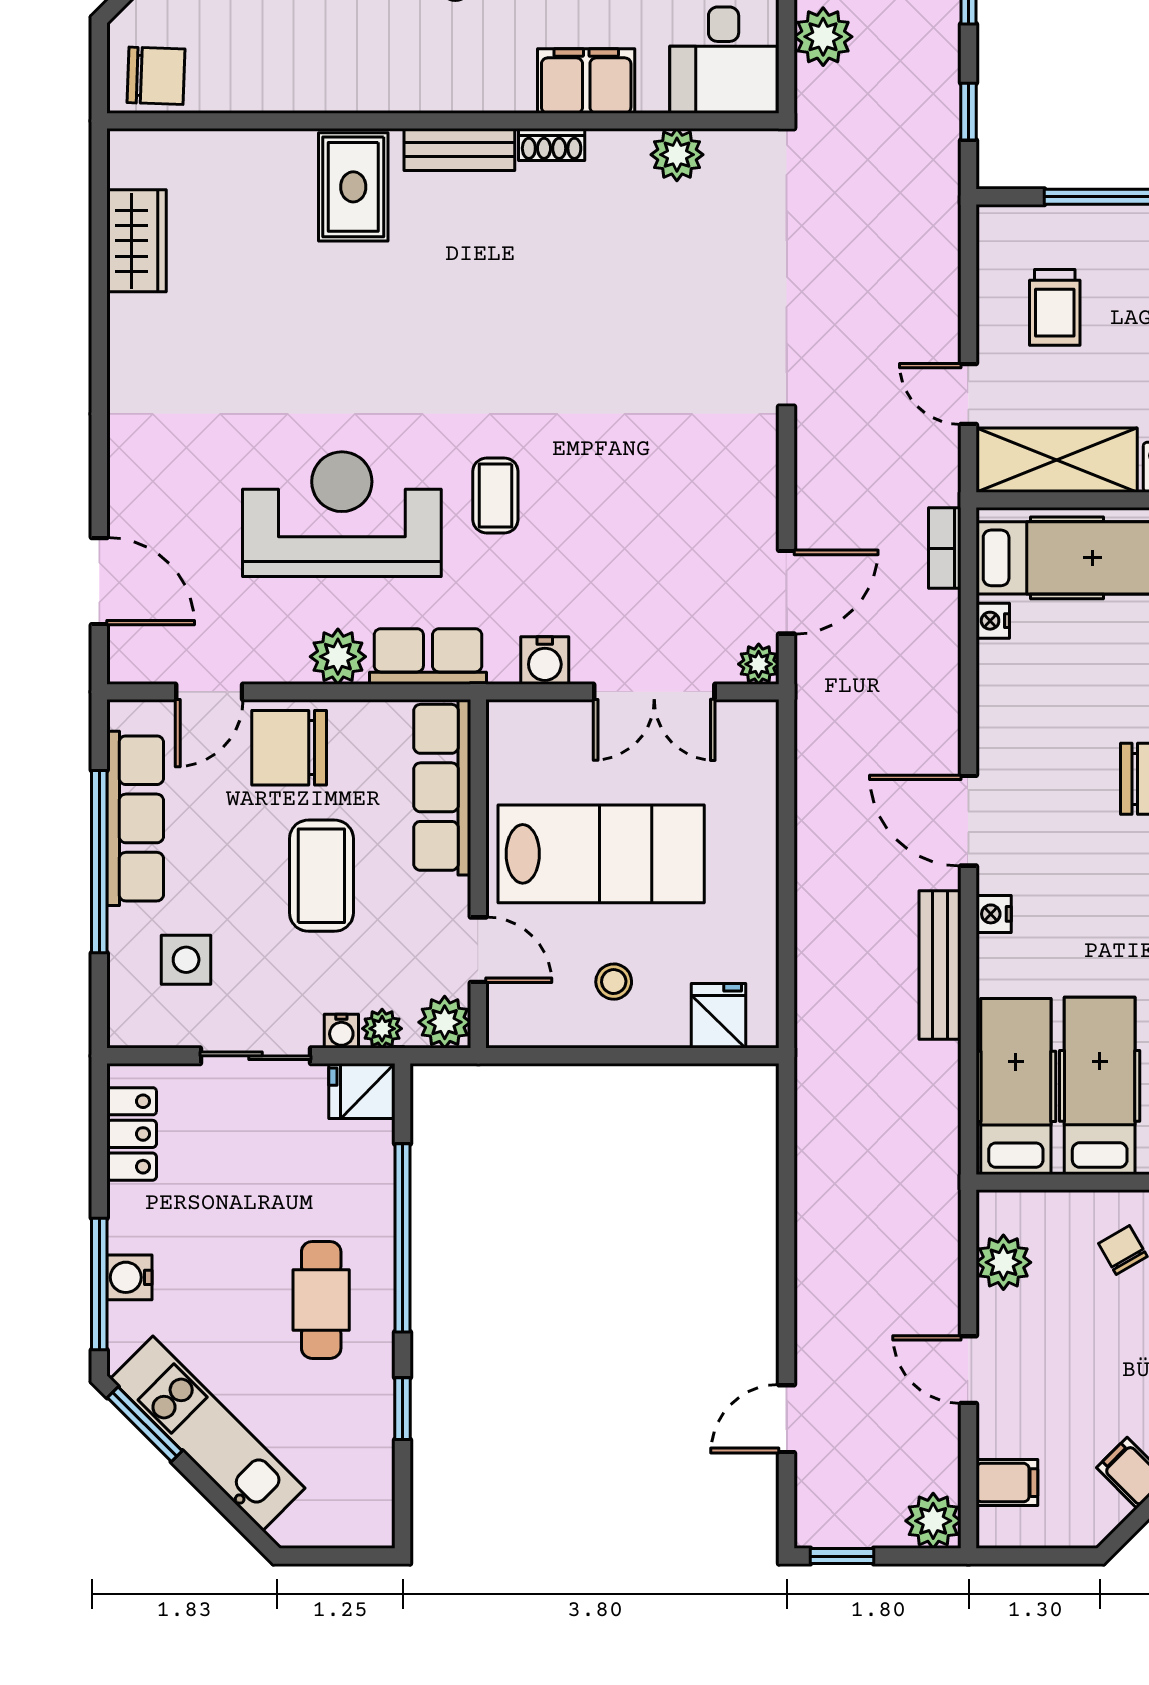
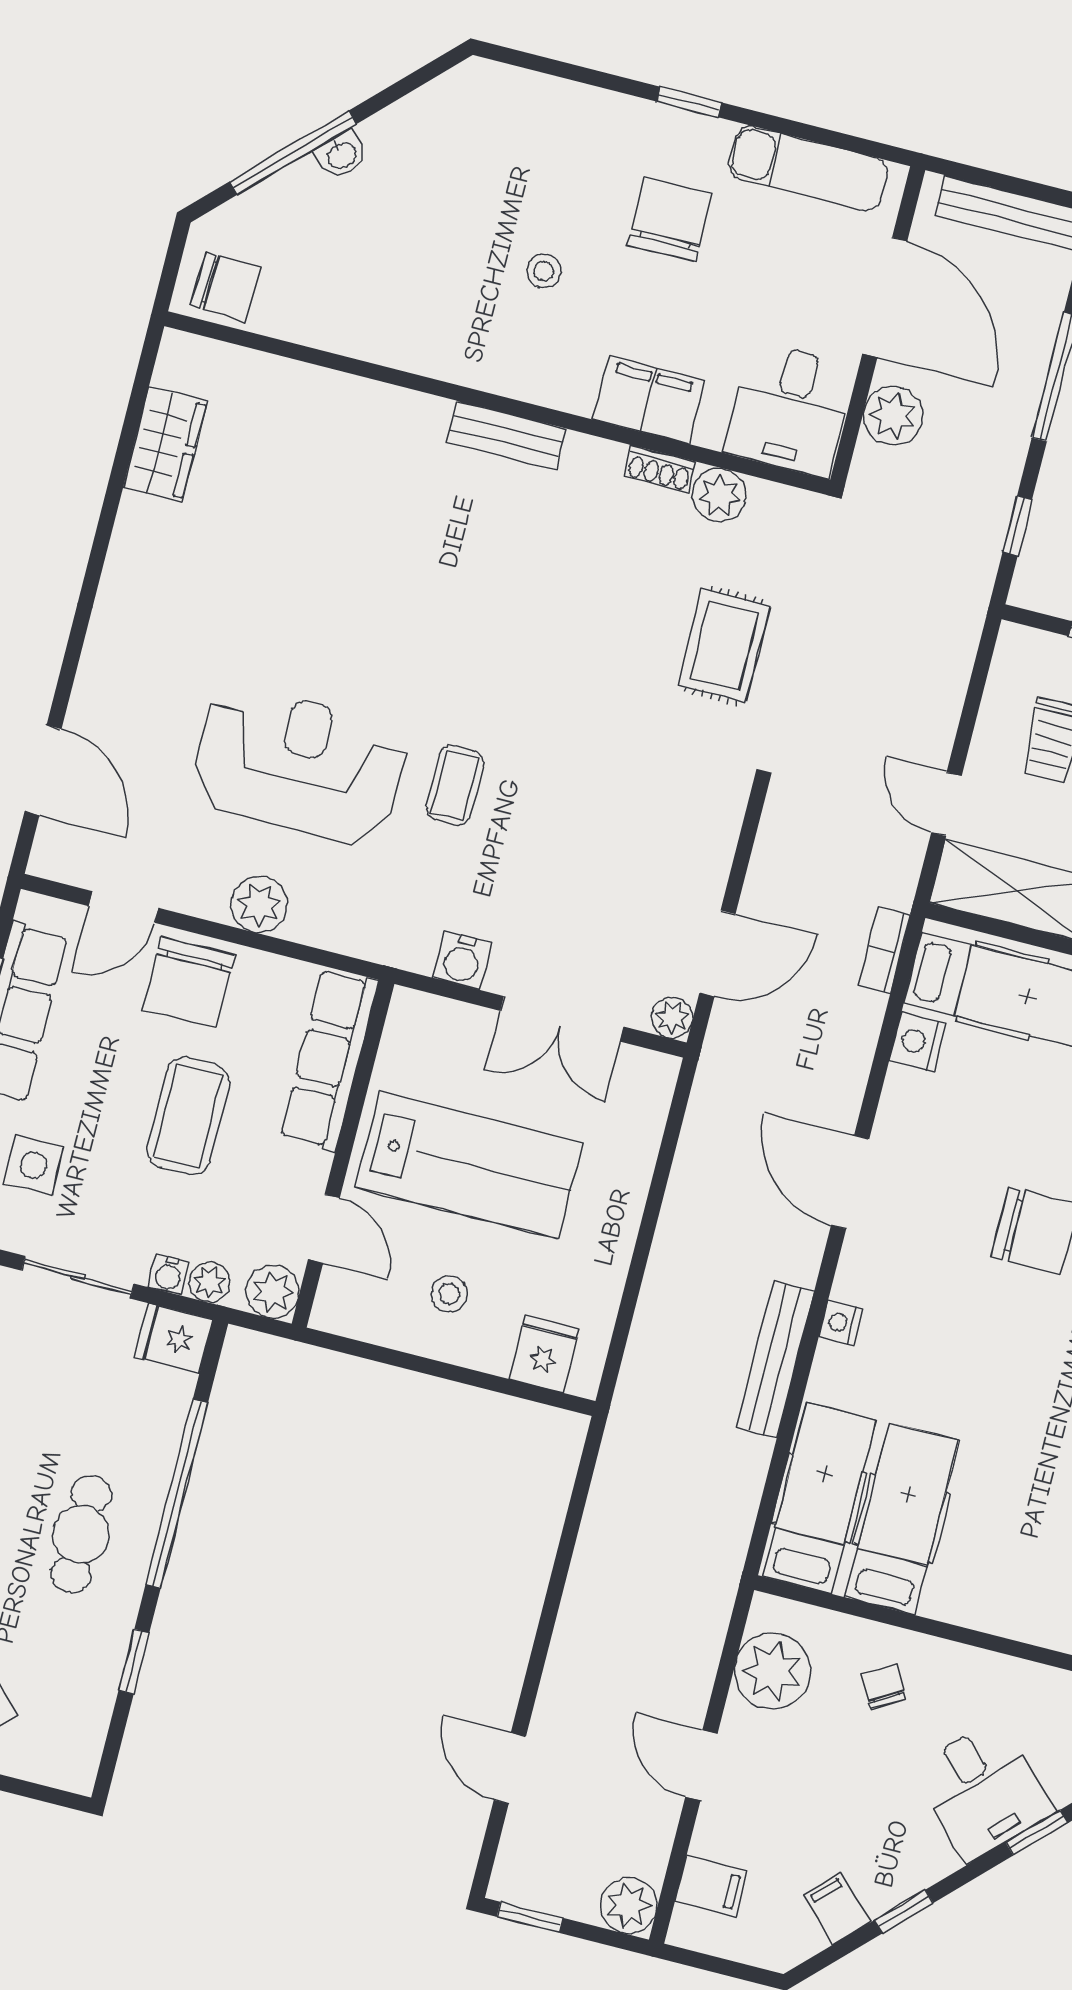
shoe rack: (552, 144) -> (660, 469), moved
rug: (353, 187) -> (724, 646), moved
nightstand: (993, 621) -> (917, 1042), width x1.39, depth x1.35
row of seats: (428, 656) -> (348, 927), removed
chair: (289, 748) -> (188, 982), turned -90
door: (968, 821) -> (850, 1182), moved
plant: (1003, 1262) -> (773, 1671), width x1.36, depth x1.36
door: (787, 1419) -> (510, 1768), hinge flipped

